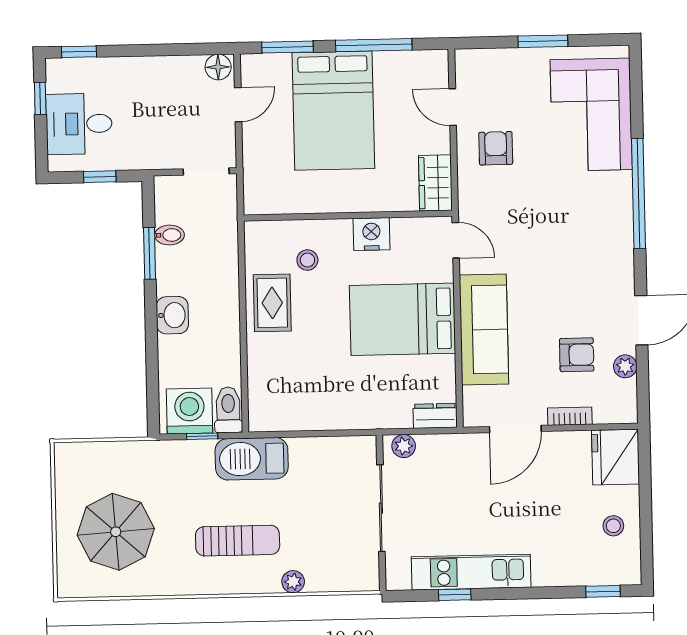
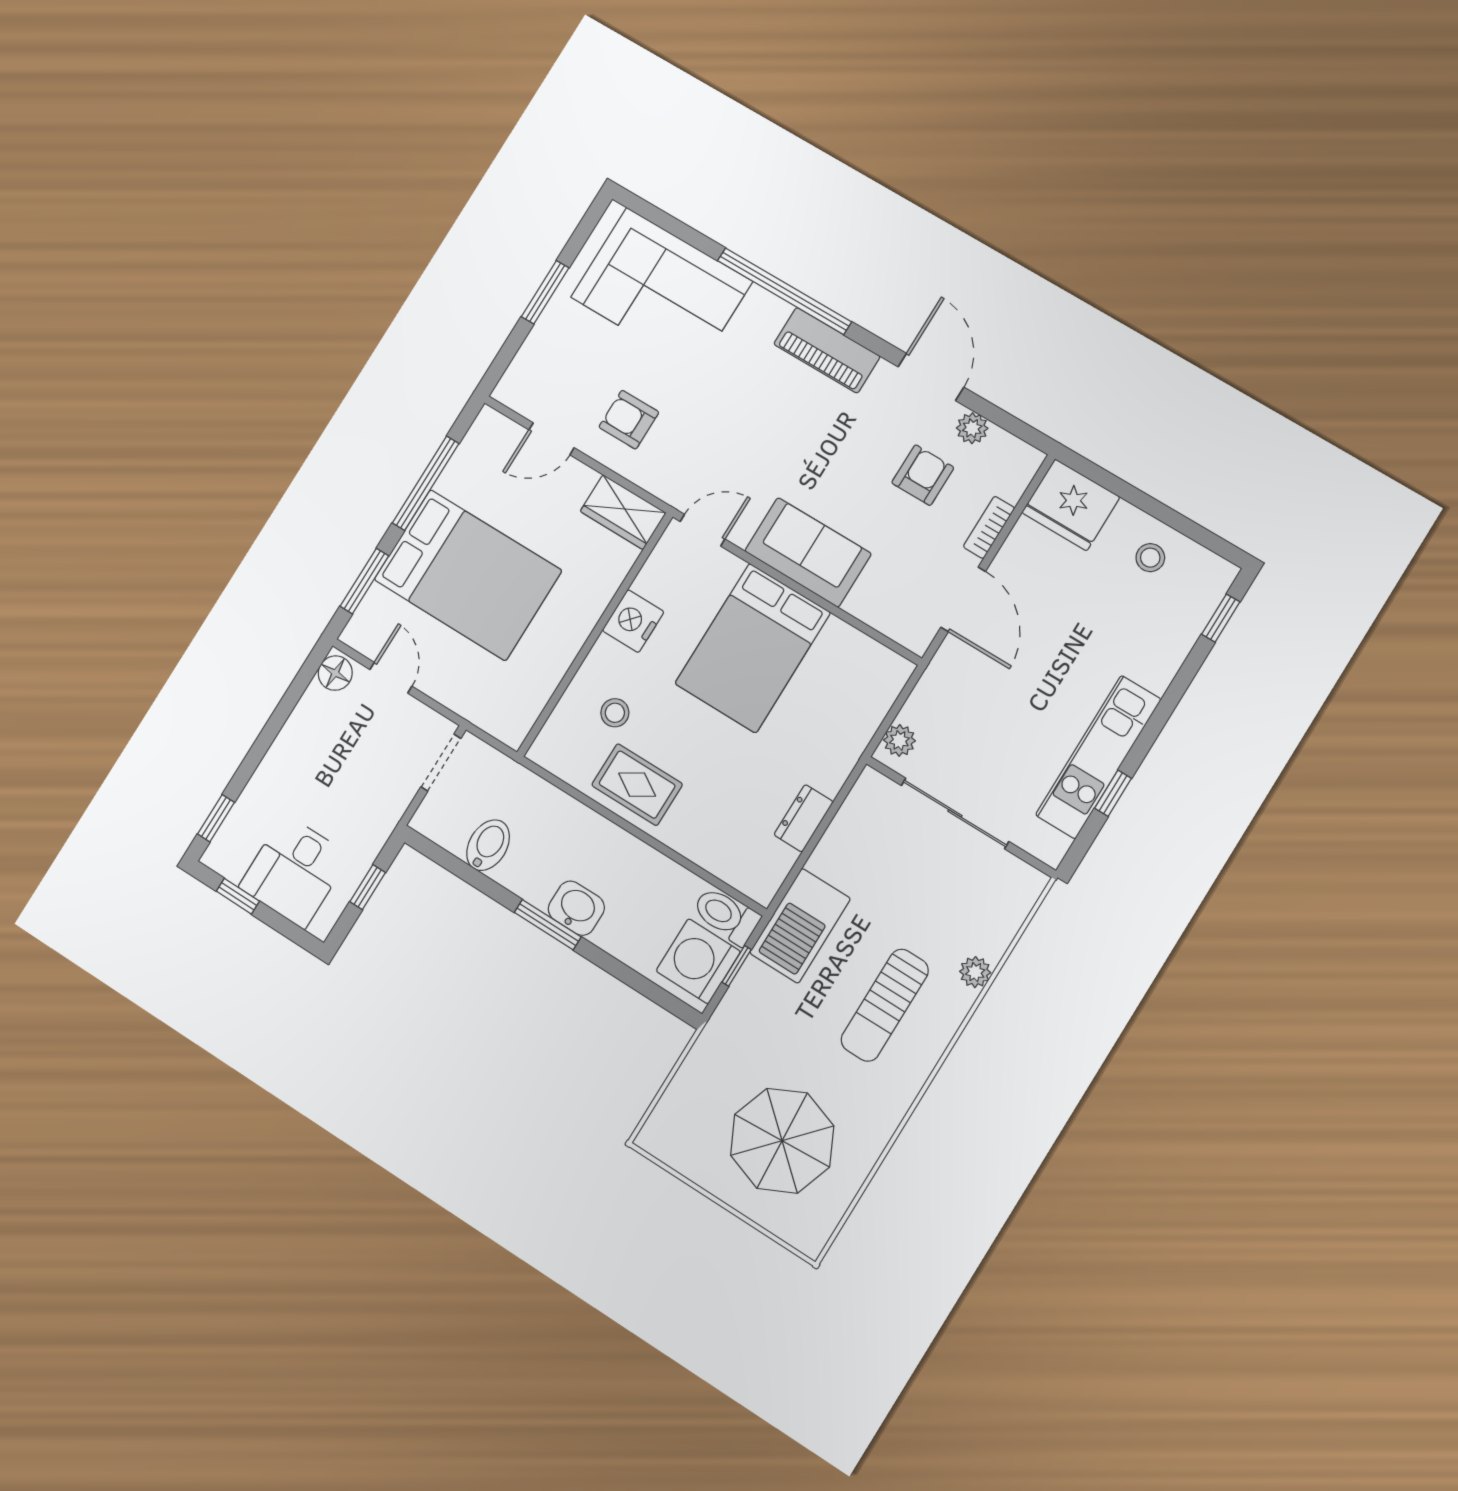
bidet: (169, 235) -> (488, 845), width x1.38, depth x1.36
piano: (618, 244) -> (827, 350), added
window: (150, 253) -> (548, 925), moved
sofa: (484, 330) -> (808, 552), width x0.73
dresser: (435, 416) -> (804, 818), moved
sun lounger: (238, 541) -> (885, 1005), turned 180

